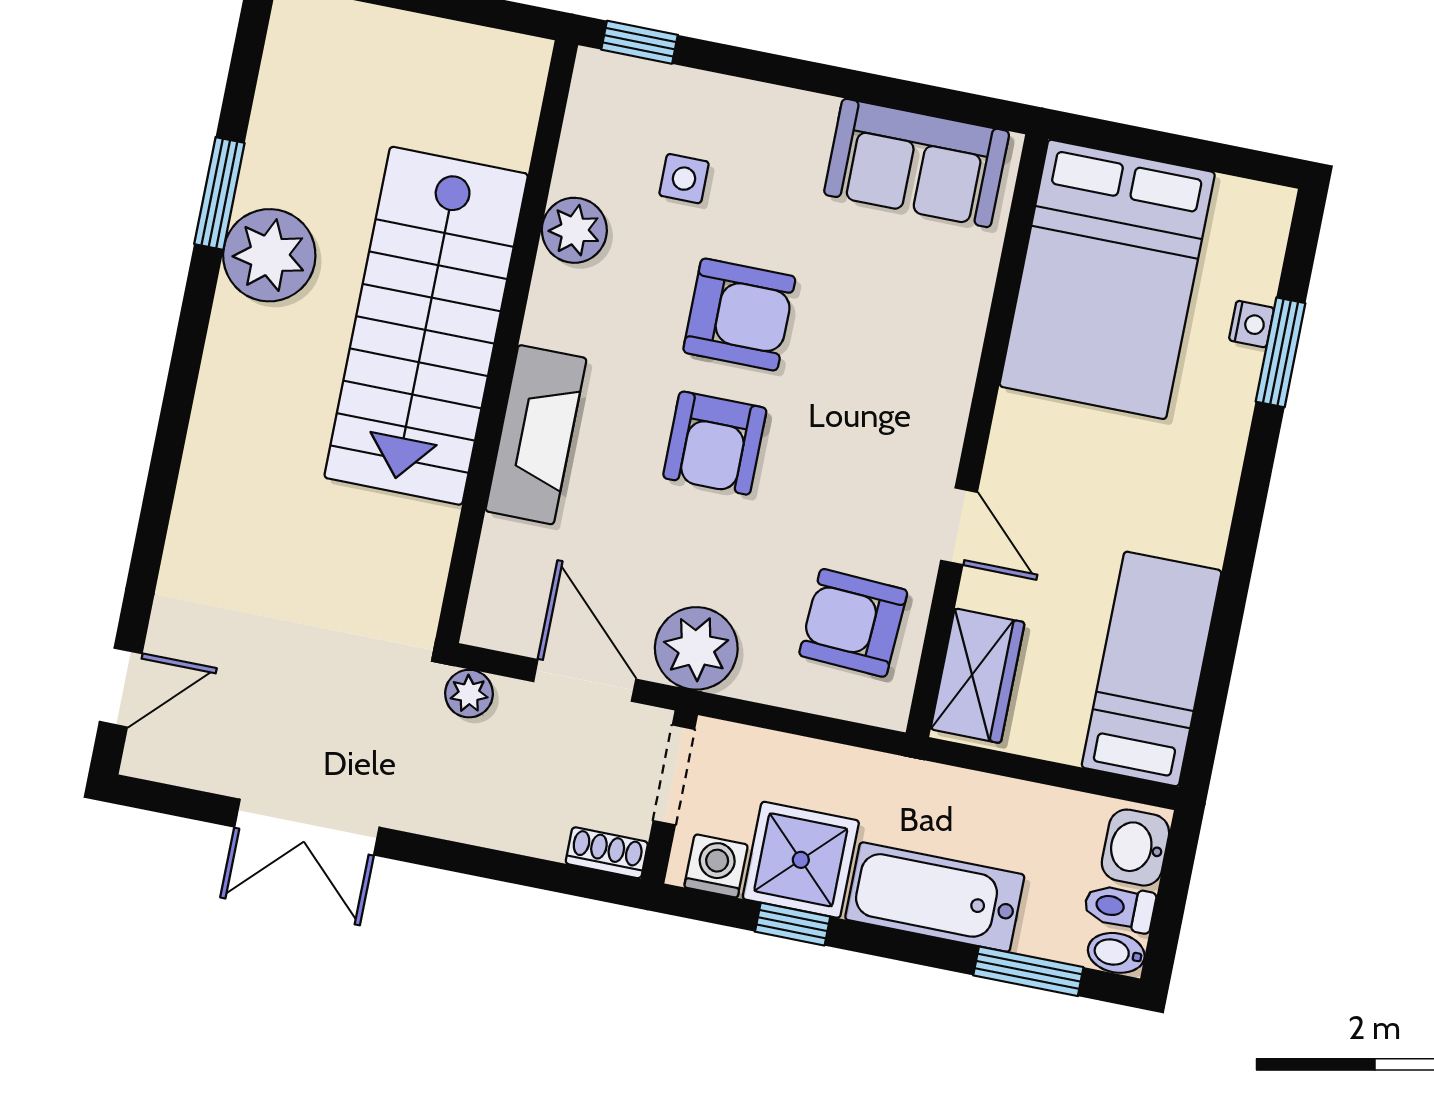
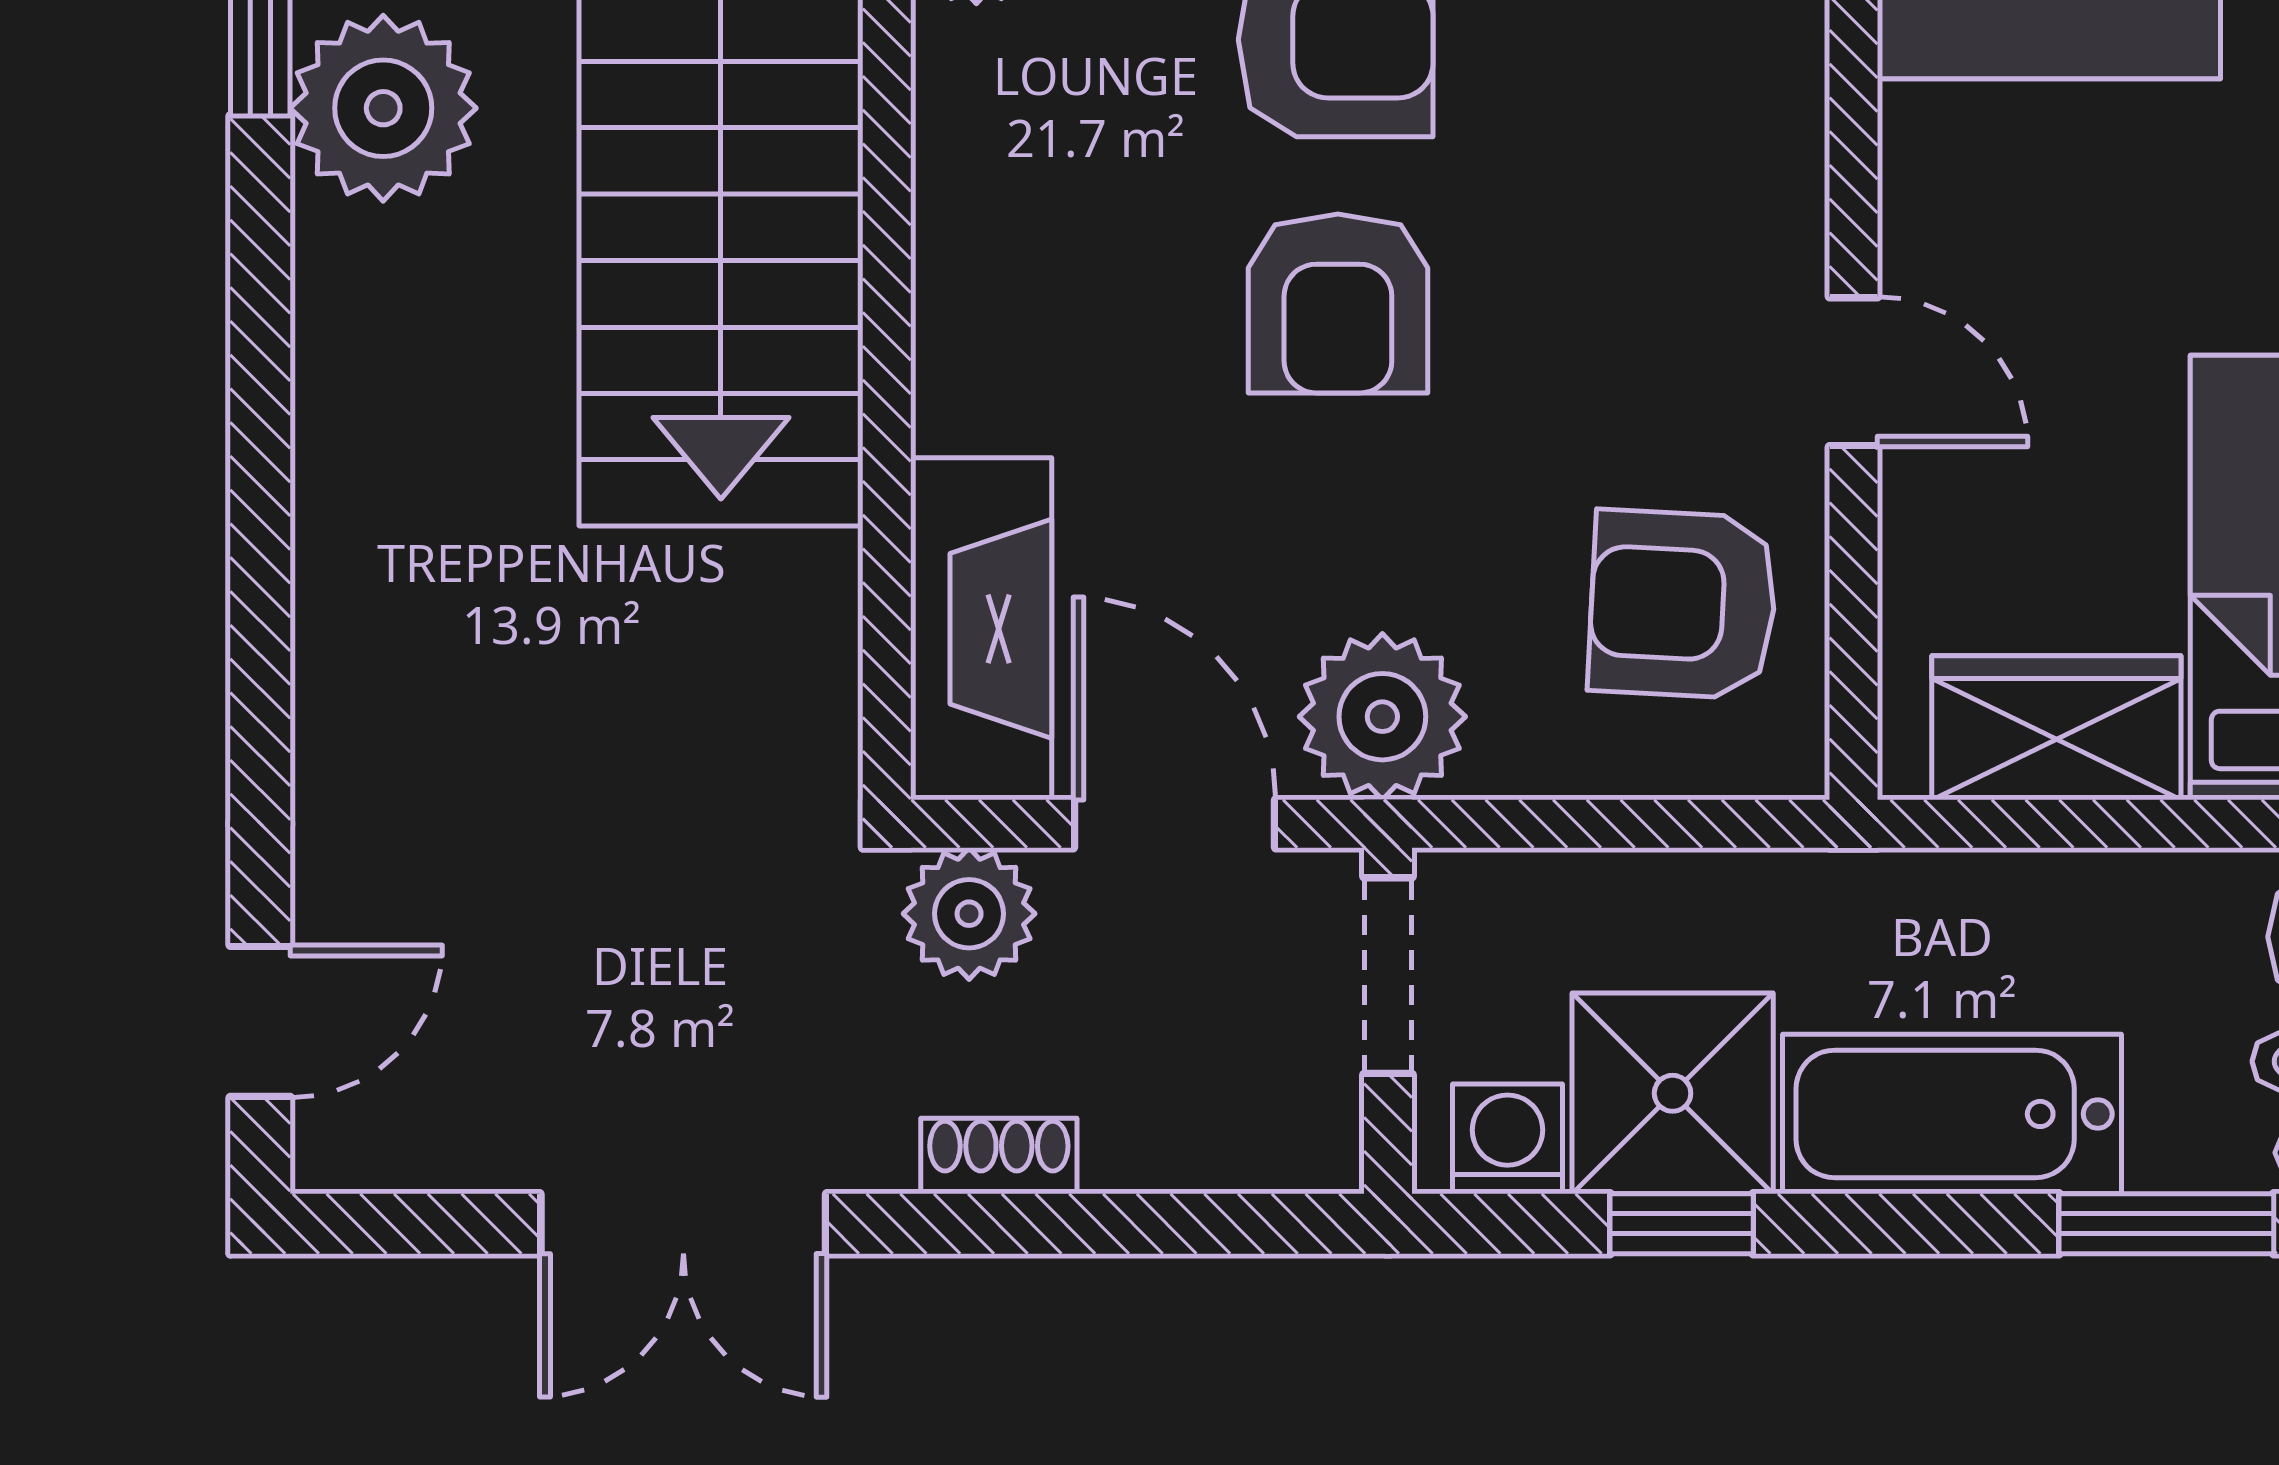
fireplace: (536, 435) -> (981, 629), moved
wardrobe: (978, 676) -> (2056, 728), moved, turned -90
plant: (469, 694) -> (969, 914), width x1.38, depth x1.38
shoe rack: (607, 853) -> (999, 1156), moved

